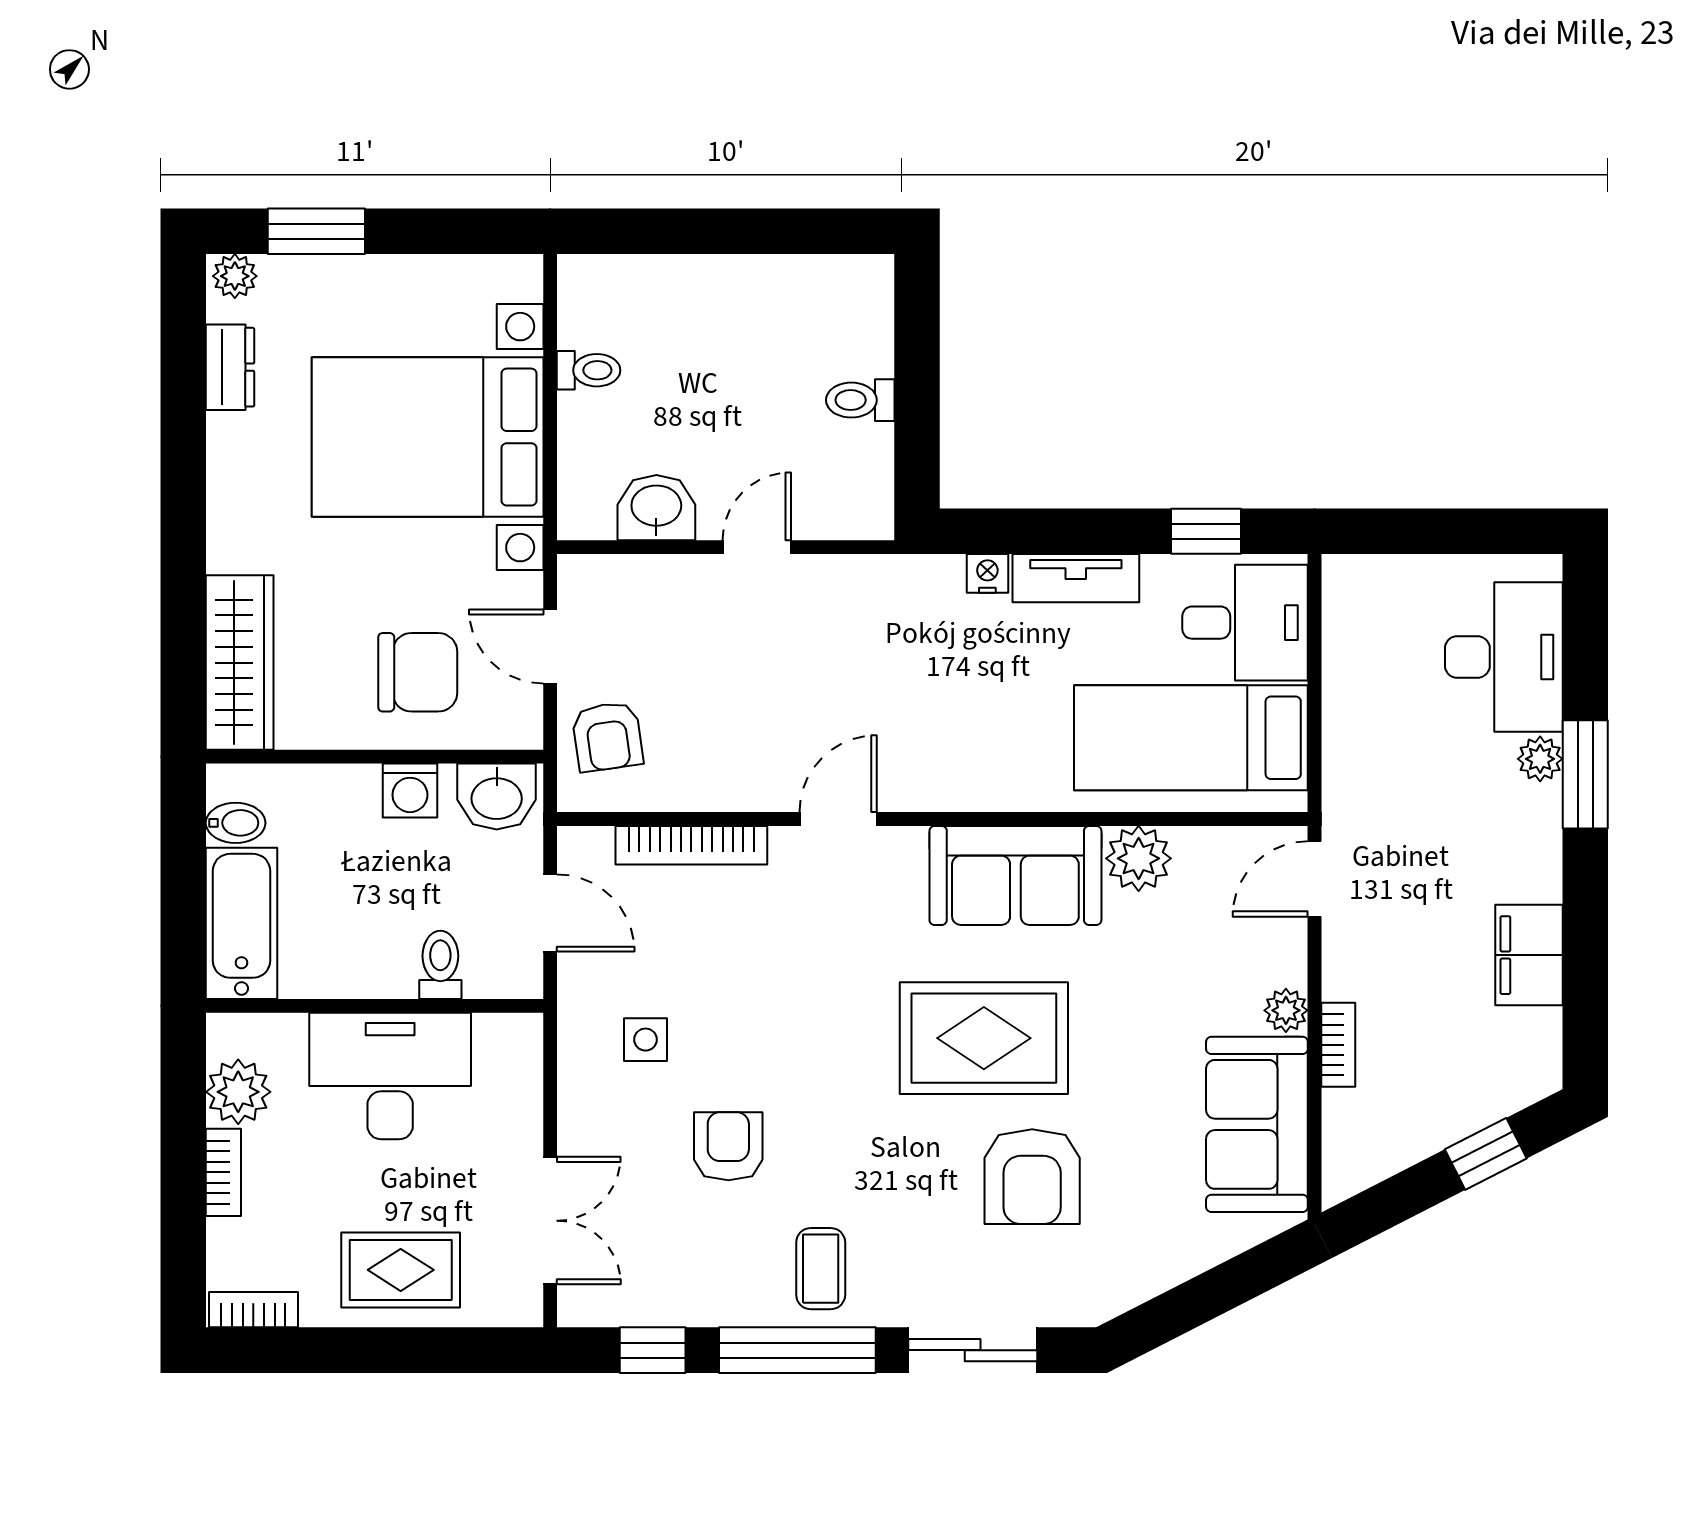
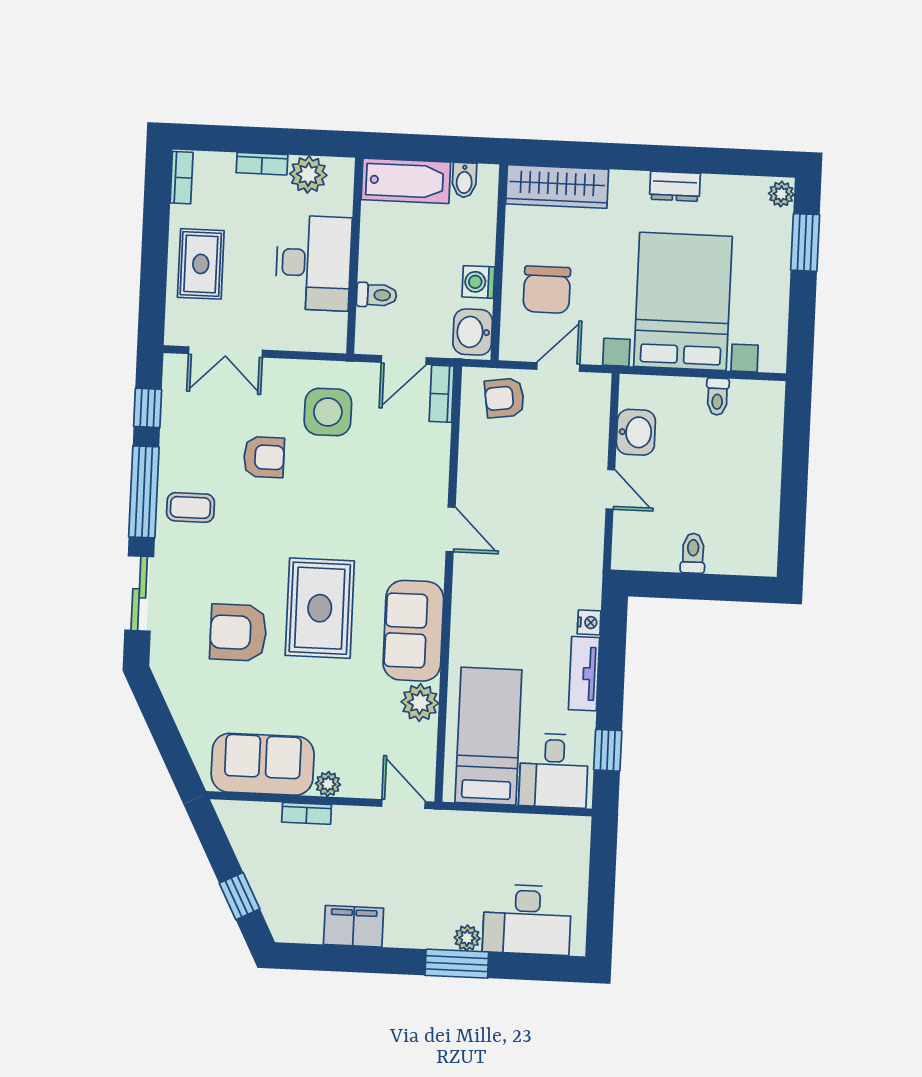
dresser: (230, 367) -> (675, 186), moved
bookcase: (691, 845) -> (442, 394), moved, width x0.64
side table: (646, 1040) -> (328, 412), width x1.87, depth x1.87

